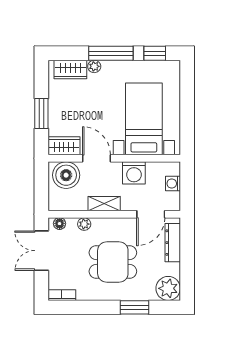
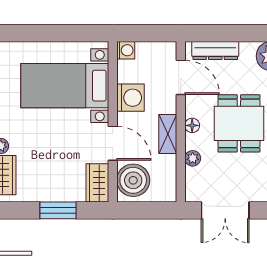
door: (97, 158) -> (113, 143), swing flipped
washing machine: (173, 184) -> (126, 50), moved, turned -90
floor lamp: (60, 224) -> (192, 125), moved

